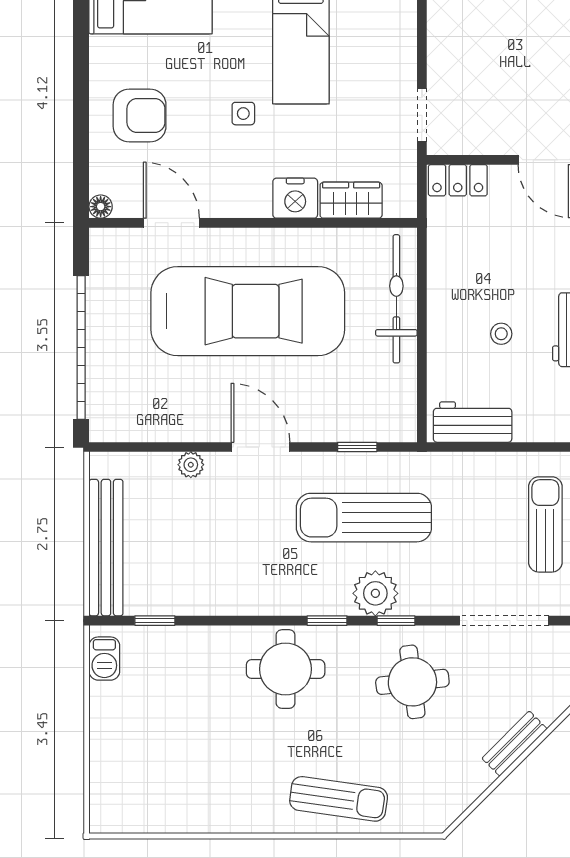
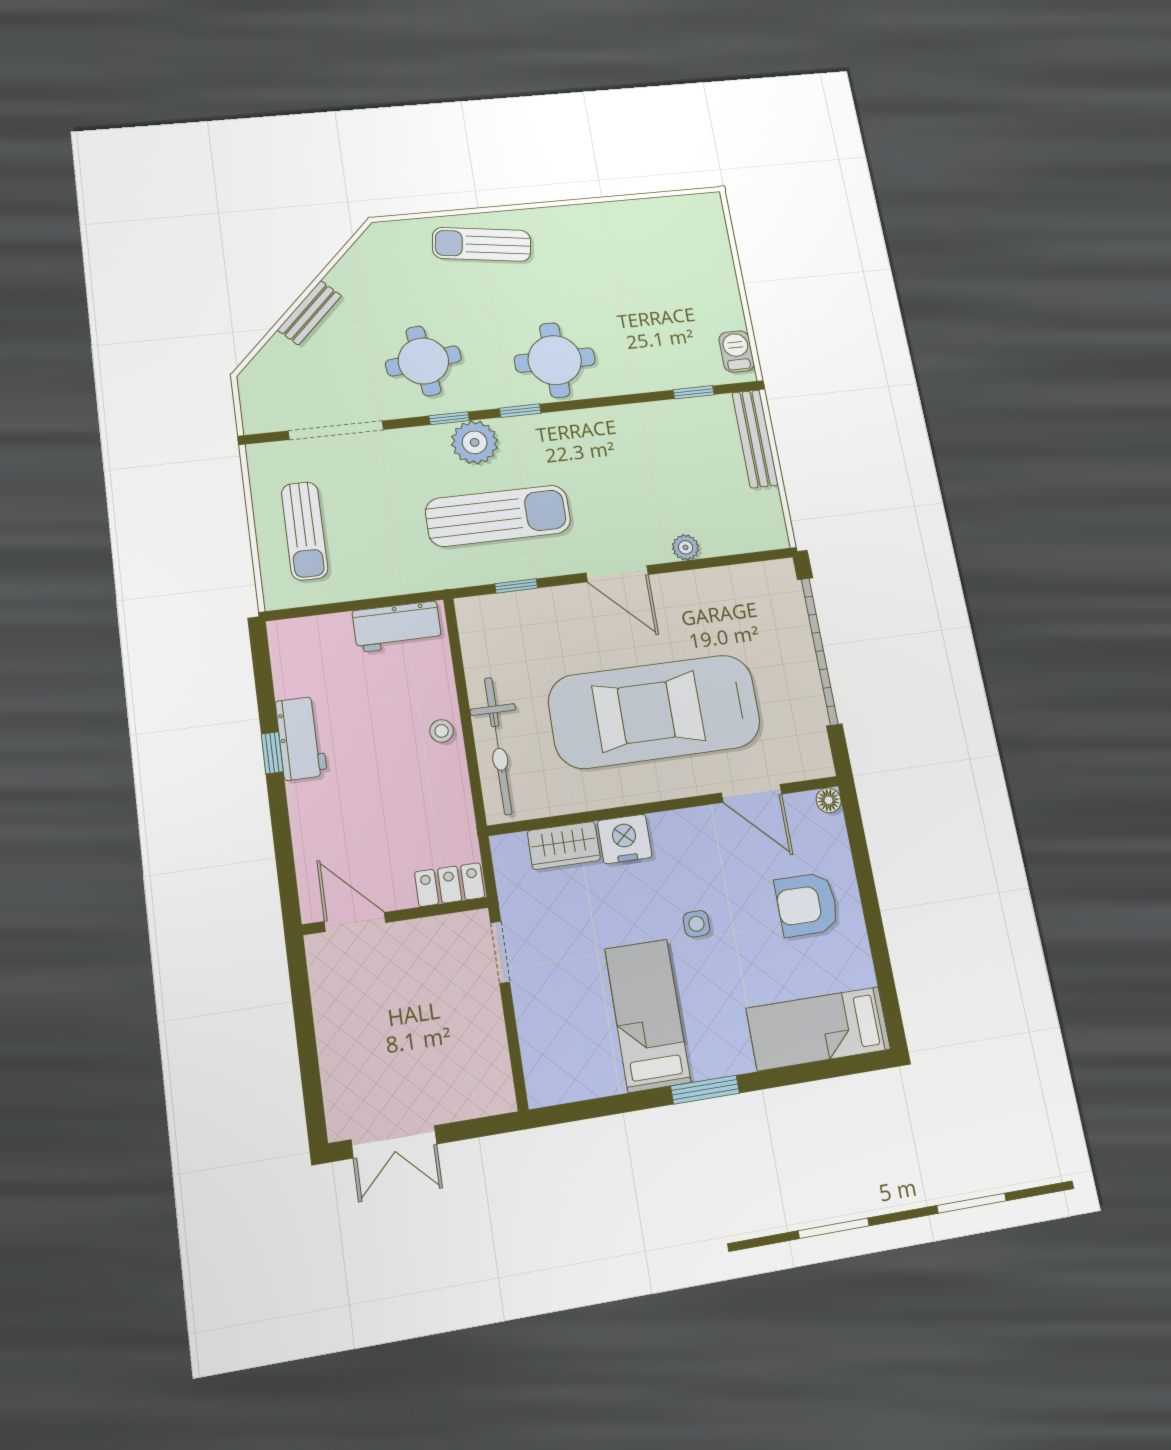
stool: (501, 334) -> (442, 731), moved
bench: (106, 548) -> (755, 439), width x0.73, depth x0.82

